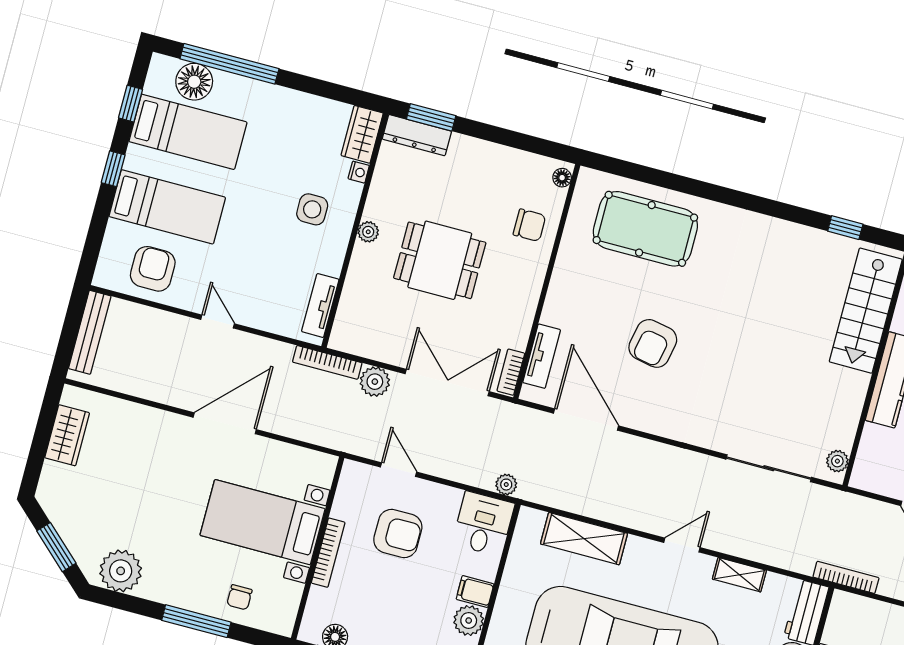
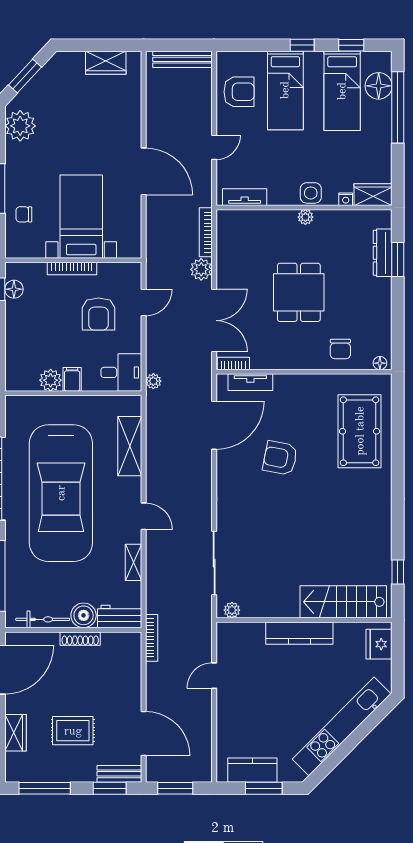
wardrobe: (362, 134) -> (373, 195), moved
nightstand: (359, 172) -> (346, 199), moved
wall: (355, 230) -> (304, 207), moved
plant: (368, 232) -> (305, 217), moved
tv unit: (320, 305) -> (245, 197), moved

